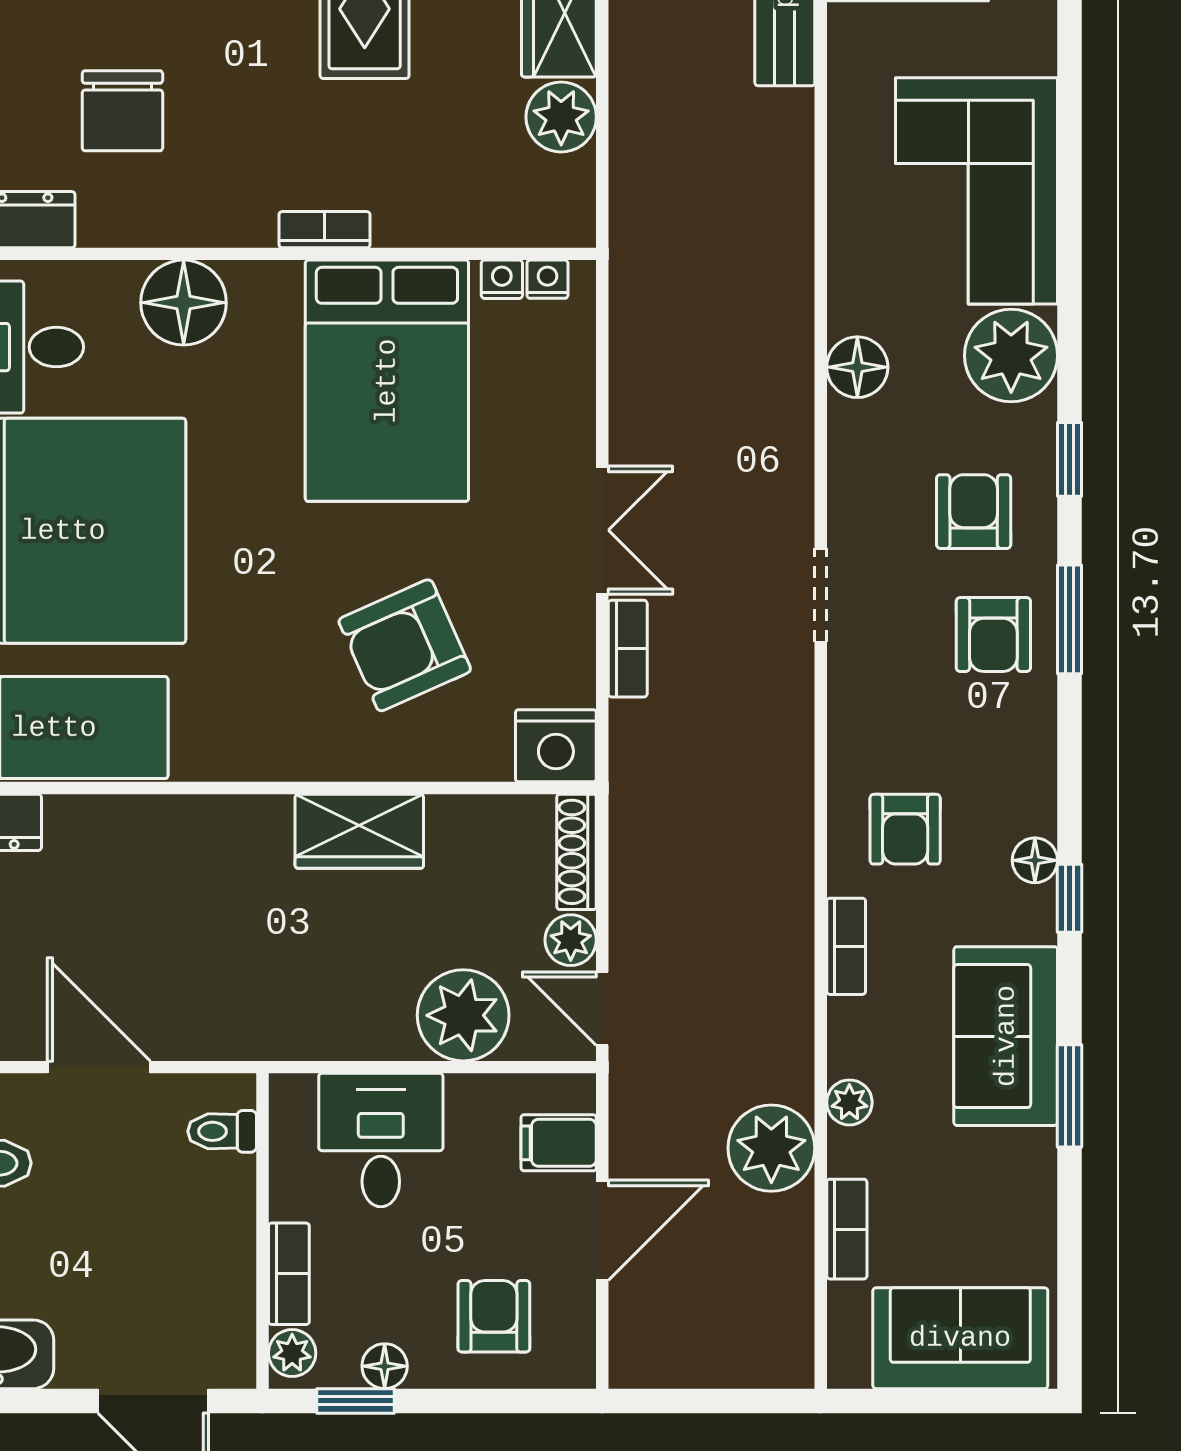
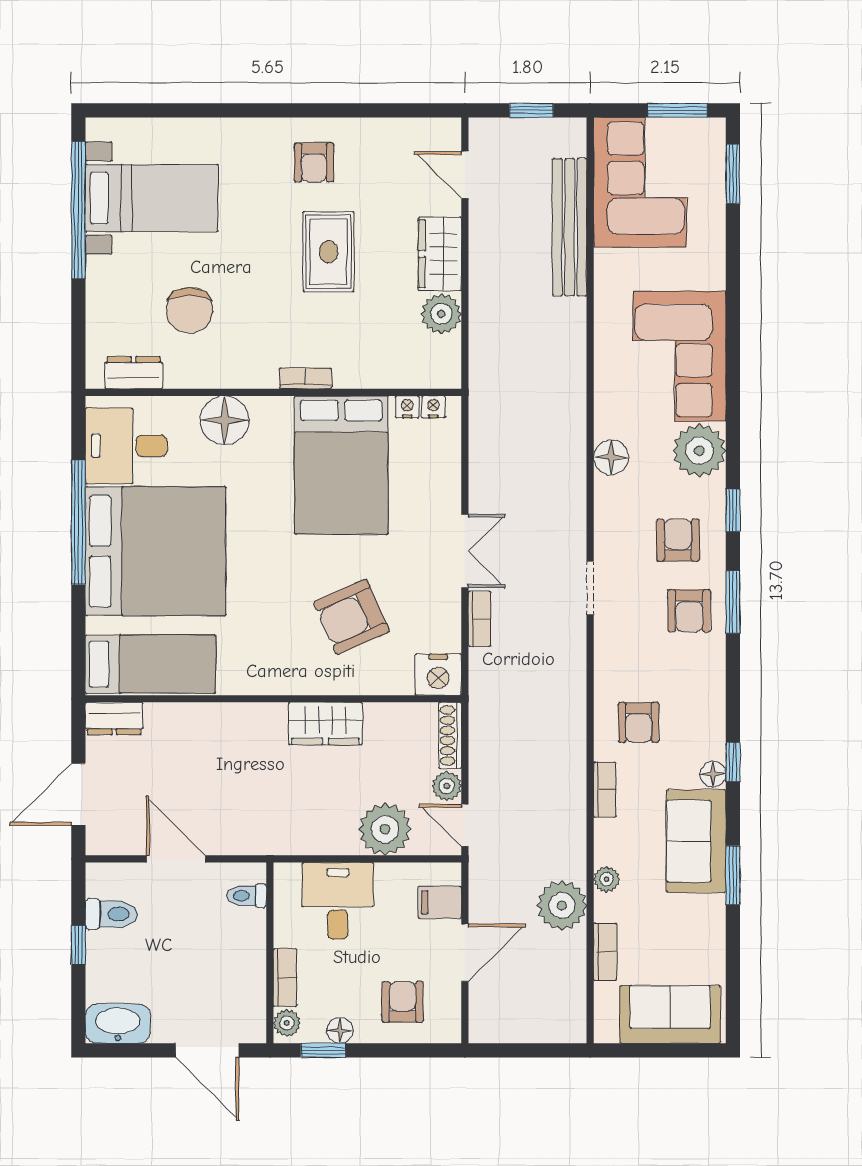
floor lamp: (1035, 860) -> (713, 774), moved

